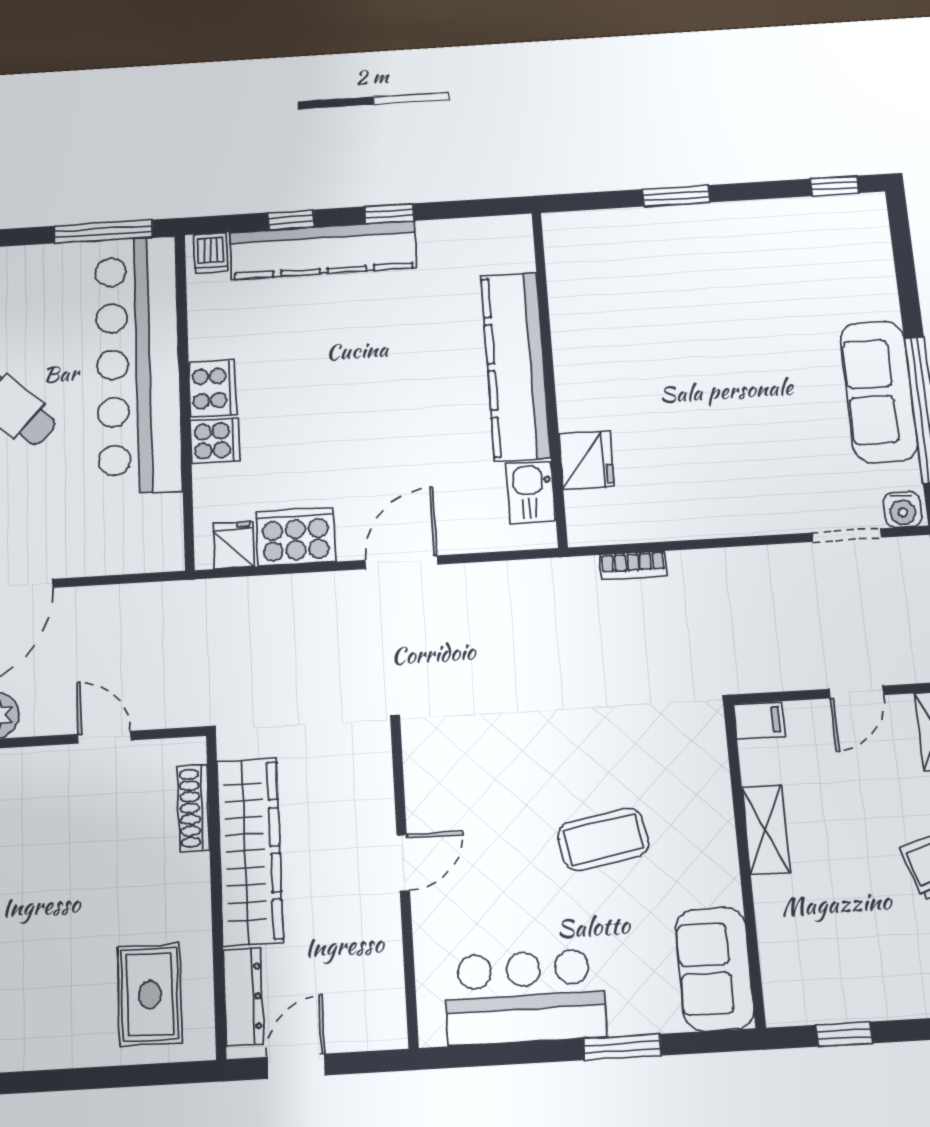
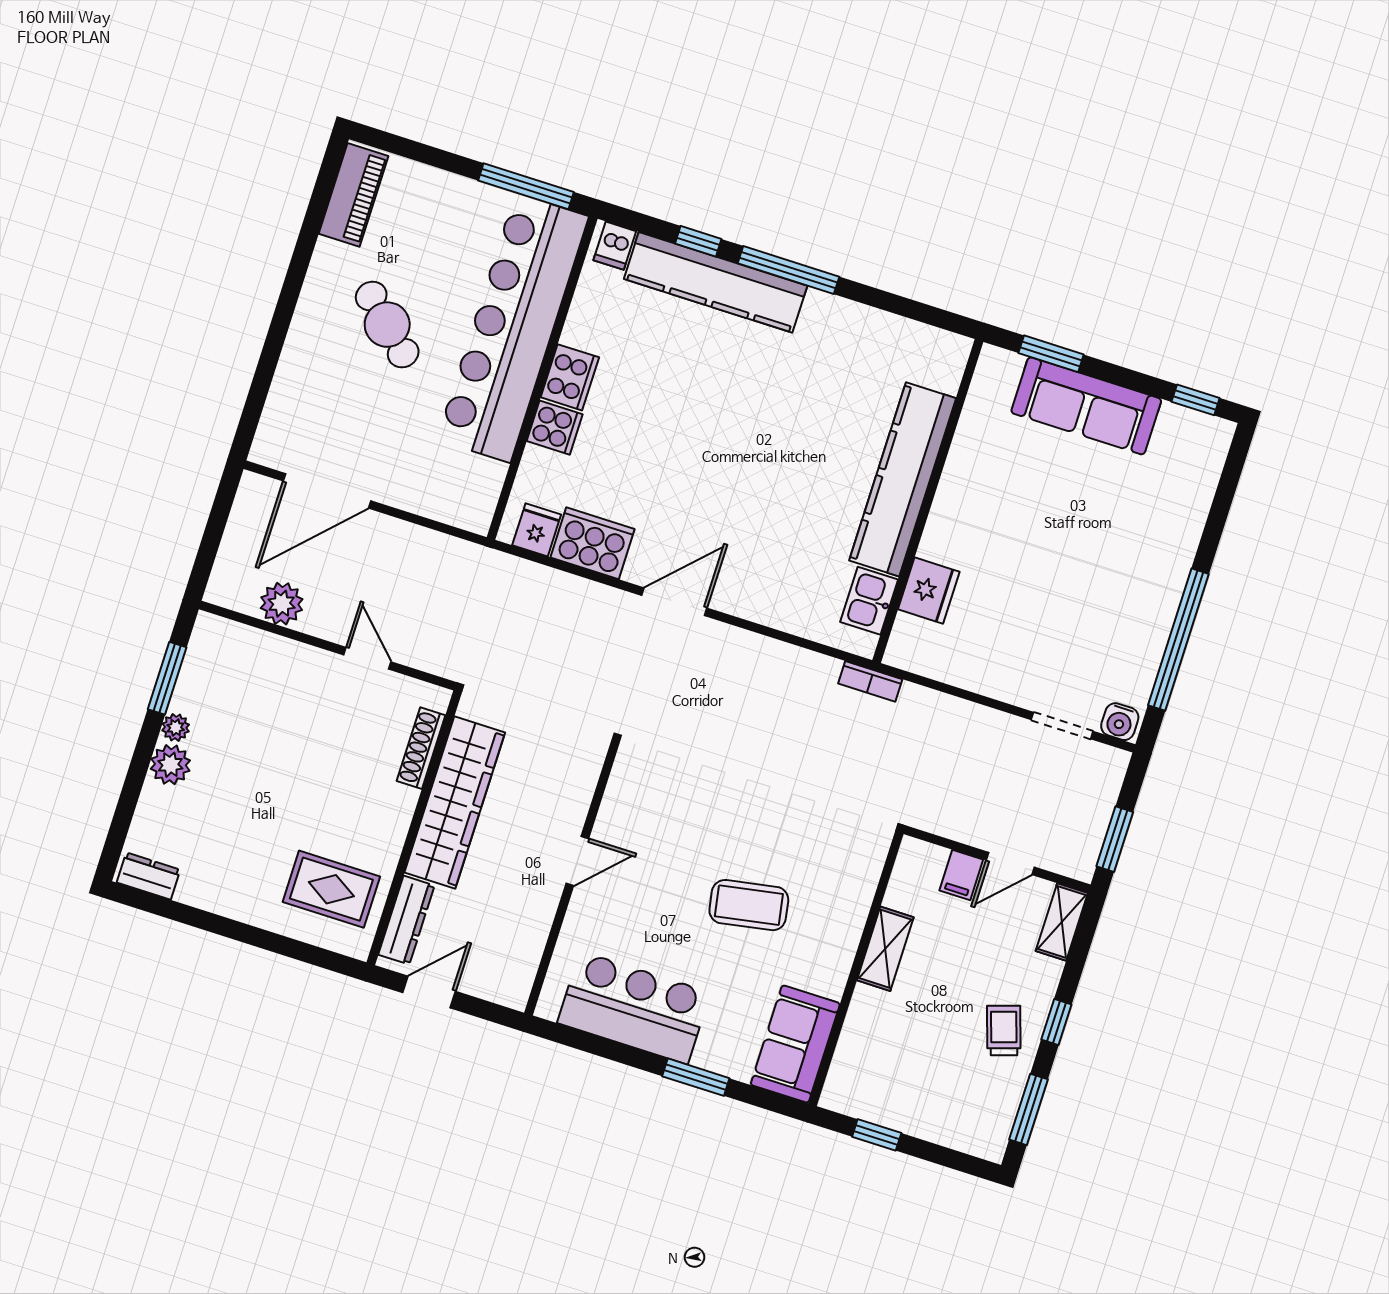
window: (389, 214) -> (788, 270), width x2.17
kitchen counter: (516, 366) -> (903, 479), moved
wall: (549, 377) -> (928, 501), moved
sofa: (879, 392) -> (1086, 406), moved, turned -90
fridge: (586, 460) -> (929, 590), moved
kitchen sink: (531, 492) -> (869, 601), moved
filing cabinet: (759, 720) -> (961, 875), moved, turned 90
rug: (150, 994) -> (331, 889), turned 90

